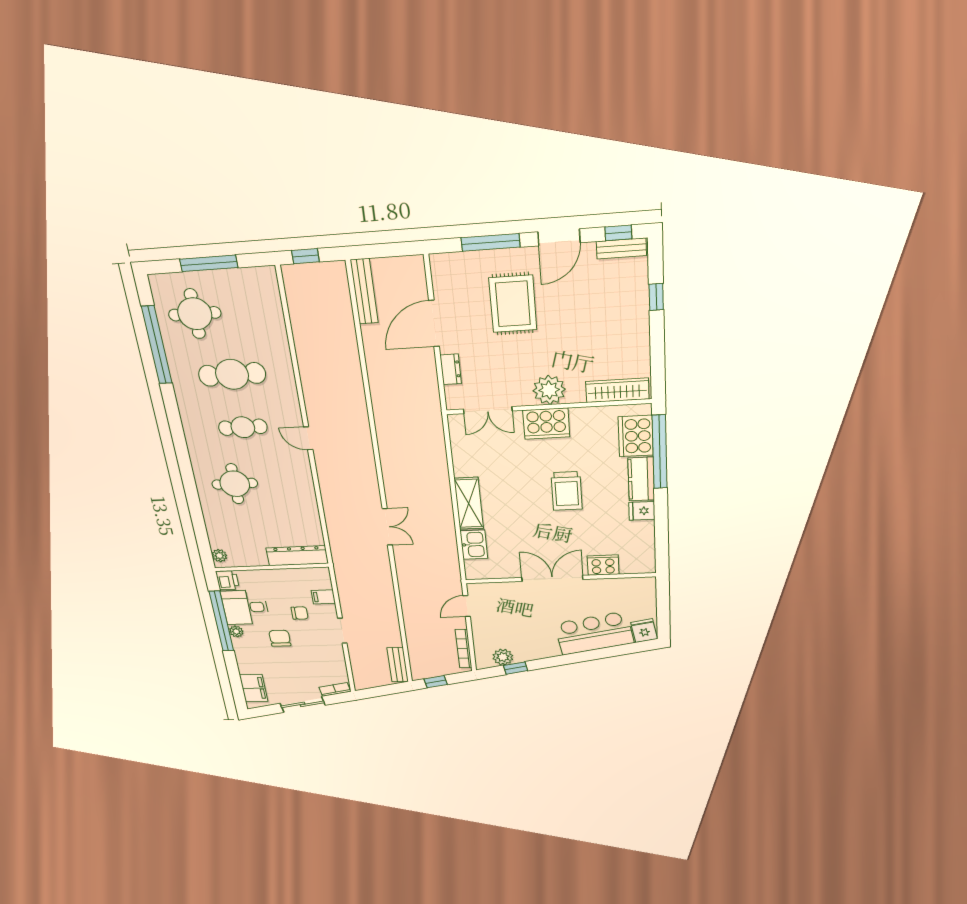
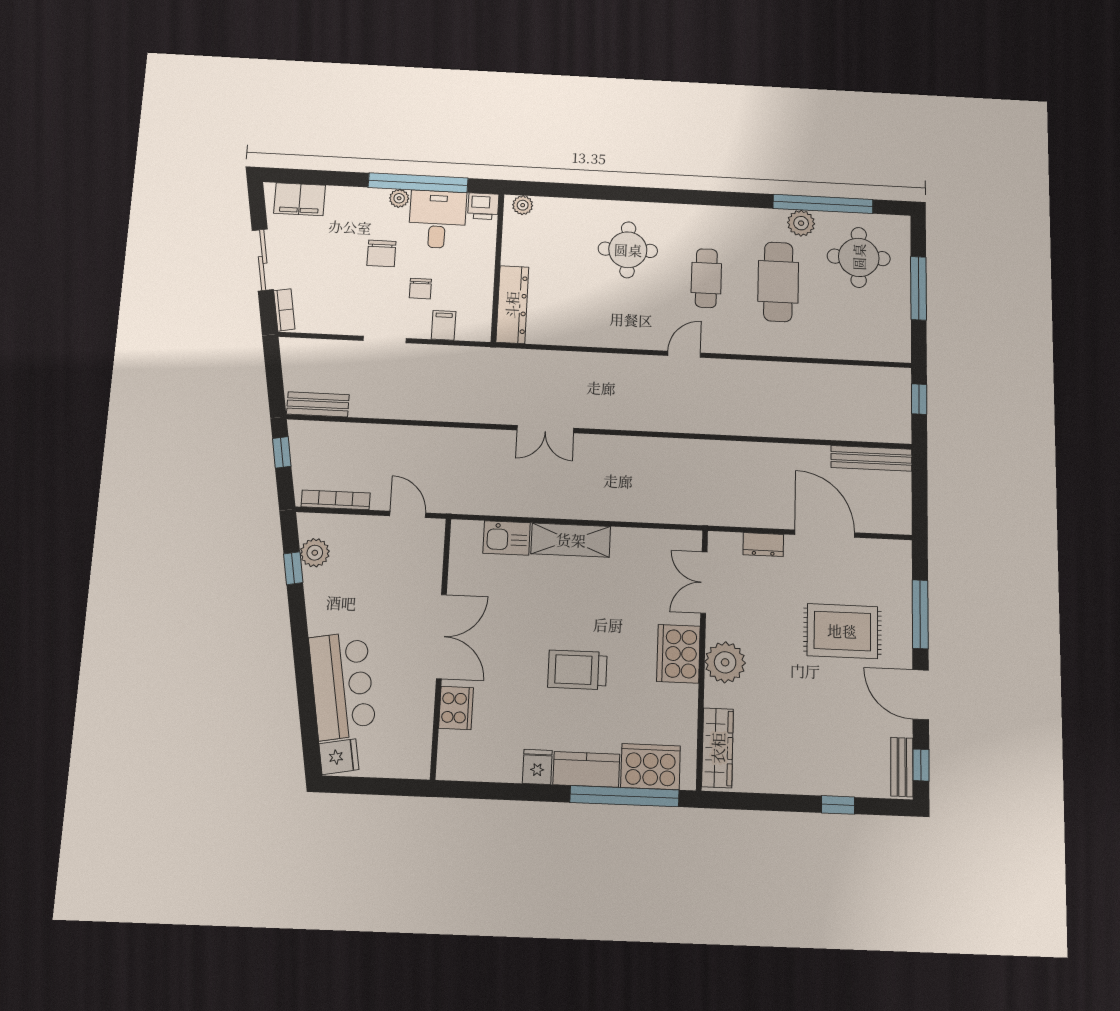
plant: (178, 361) -> (801, 223), added
chair: (280, 638) -> (381, 253), turned 90

